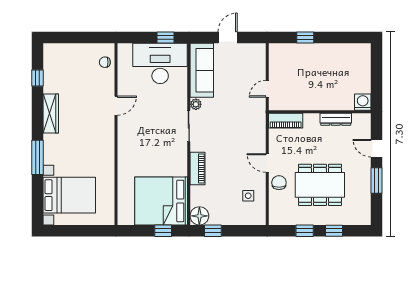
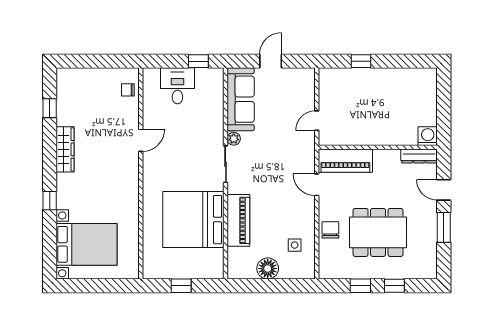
desk: (160, 63) -> (177, 86), width x0.53, depth x0.77
dresser: (336, 119) -> (419, 156), moved
piano: (286, 121) -> (345, 161), width x1.37, depth x1.33
window: (38, 157) -> (50, 201), width x0.46
door: (267, 163) -> (317, 185), moved
piano: (197, 169) -> (238, 220), width x1.37, depth x1.33
bed: (161, 201) -> (193, 220), moved
floor lamp: (199, 216) -> (268, 269), moved
window: (163, 231) -> (181, 286), moved
window: (213, 231) -> (254, 286), removed

